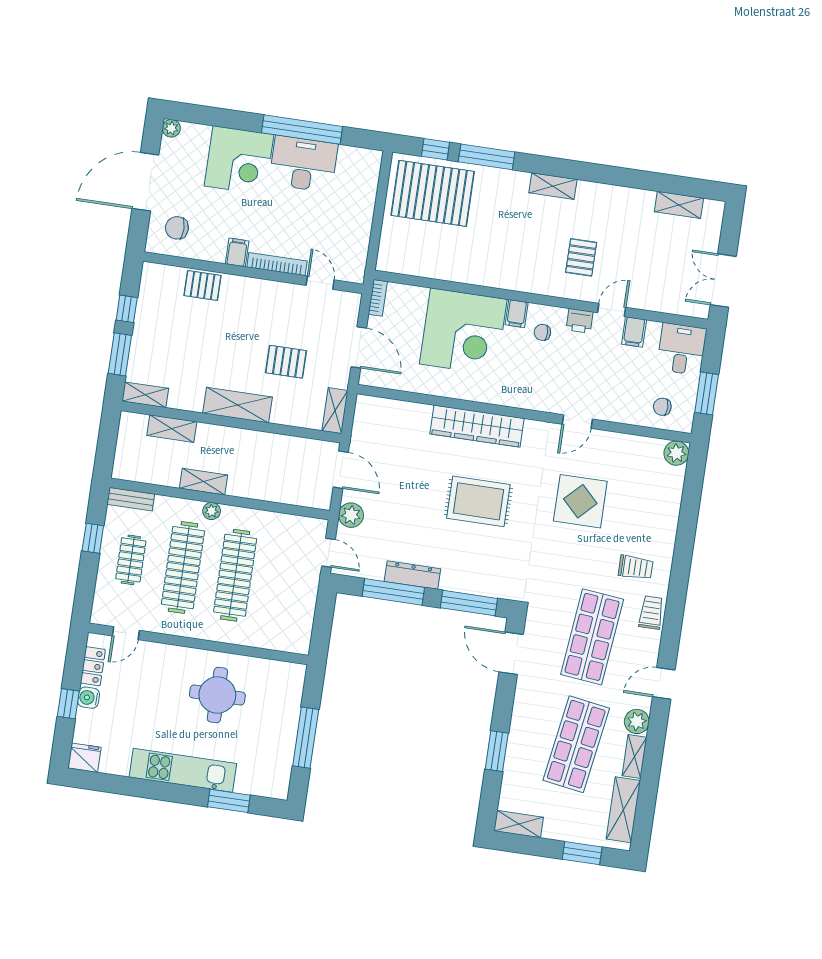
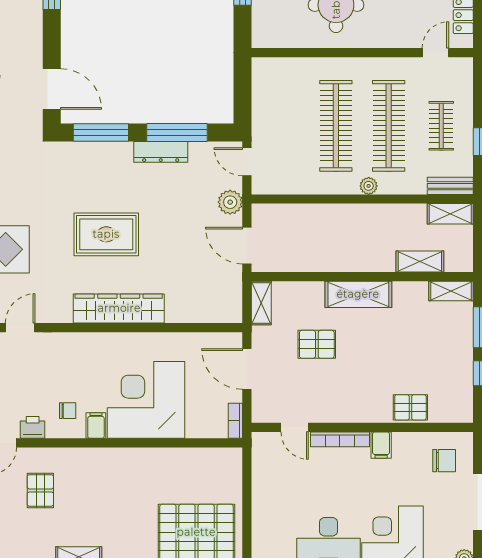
shelving: (204, 482) -> (450, 214), moved

